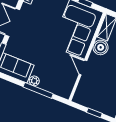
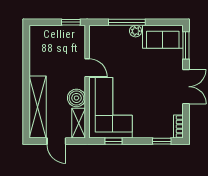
window: (94, 113) -> (71, 22), moved

